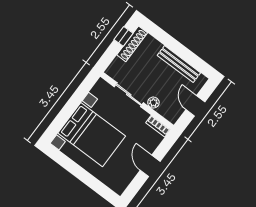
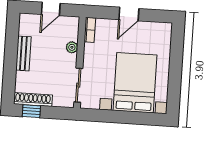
bench: (179, 64) -> (23, 53), width x0.73
sliding door: (129, 95) -> (78, 85), moved

